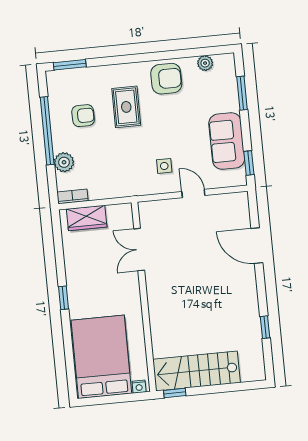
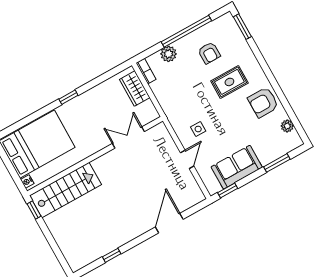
armchair: (166, 79) -> (263, 102), turned 90
stairs: (196, 371) -> (65, 190), moved, turned 90

